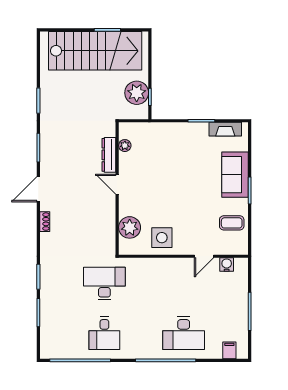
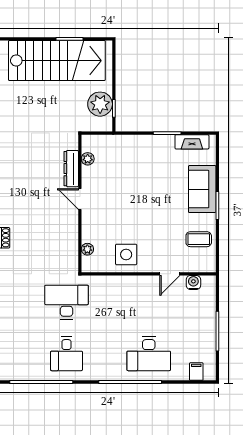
plant: (130, 227) -> (87, 249), width x0.53, depth x0.53

